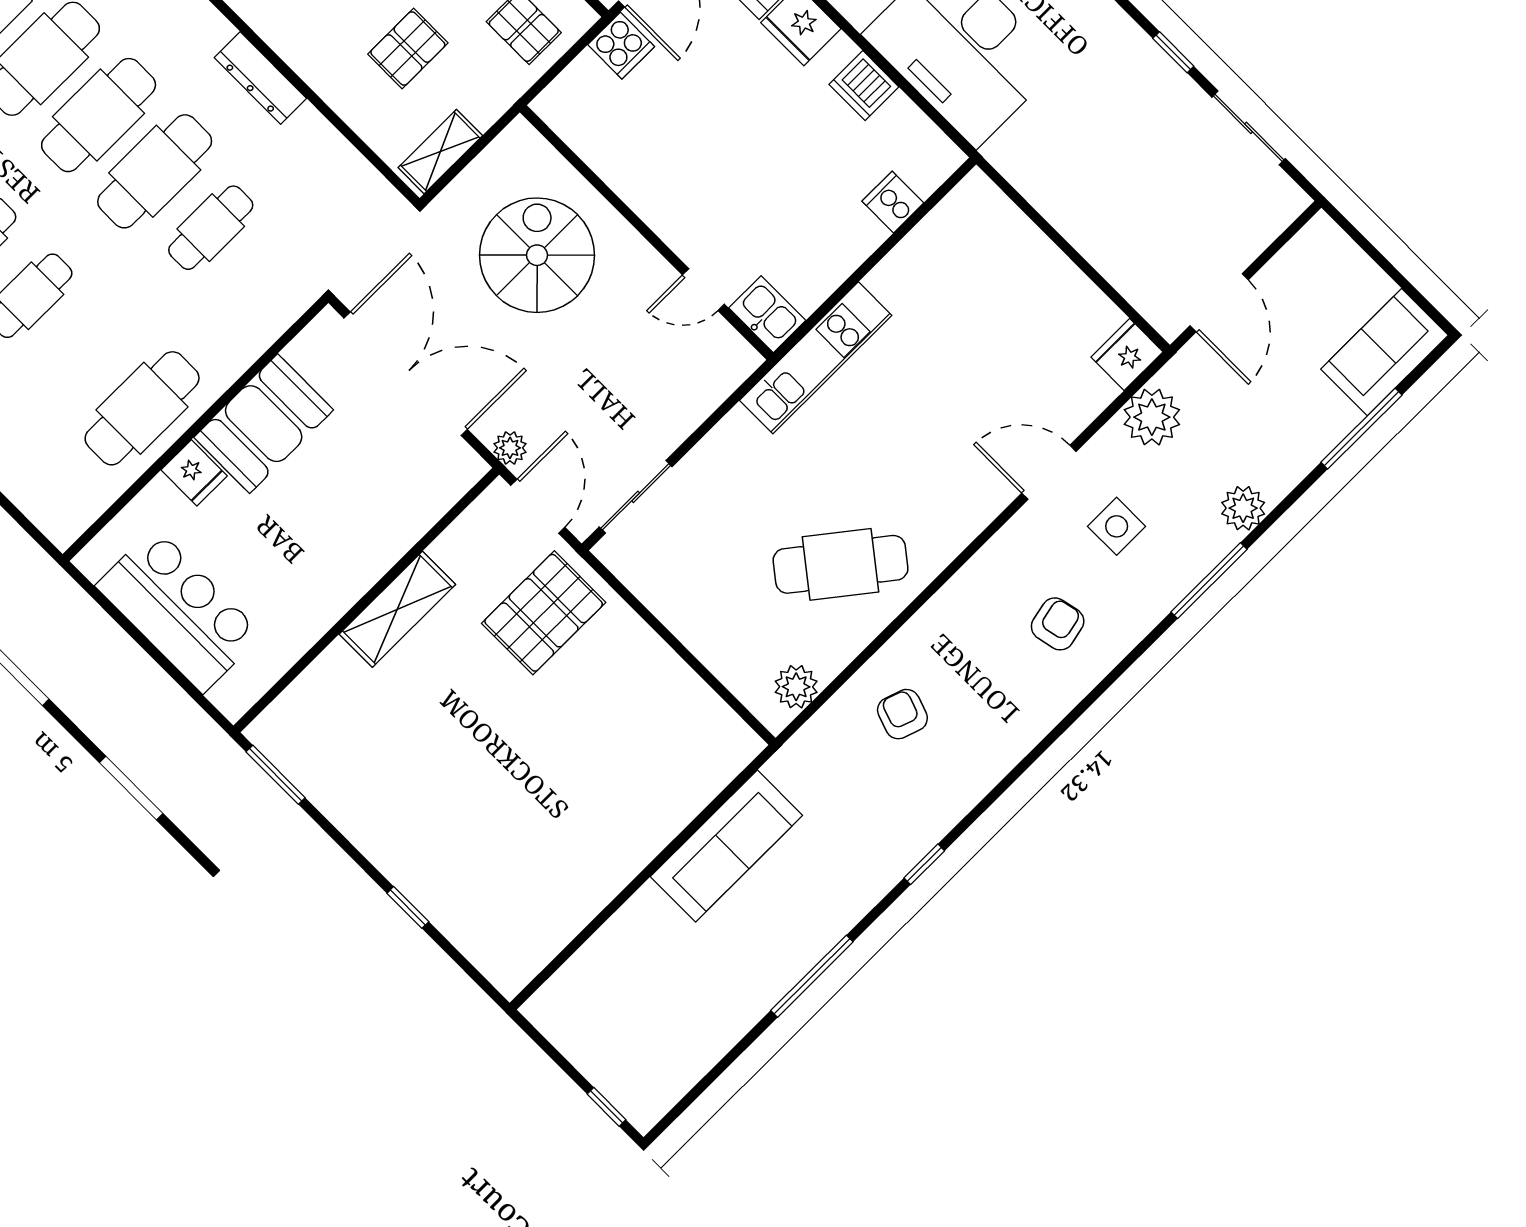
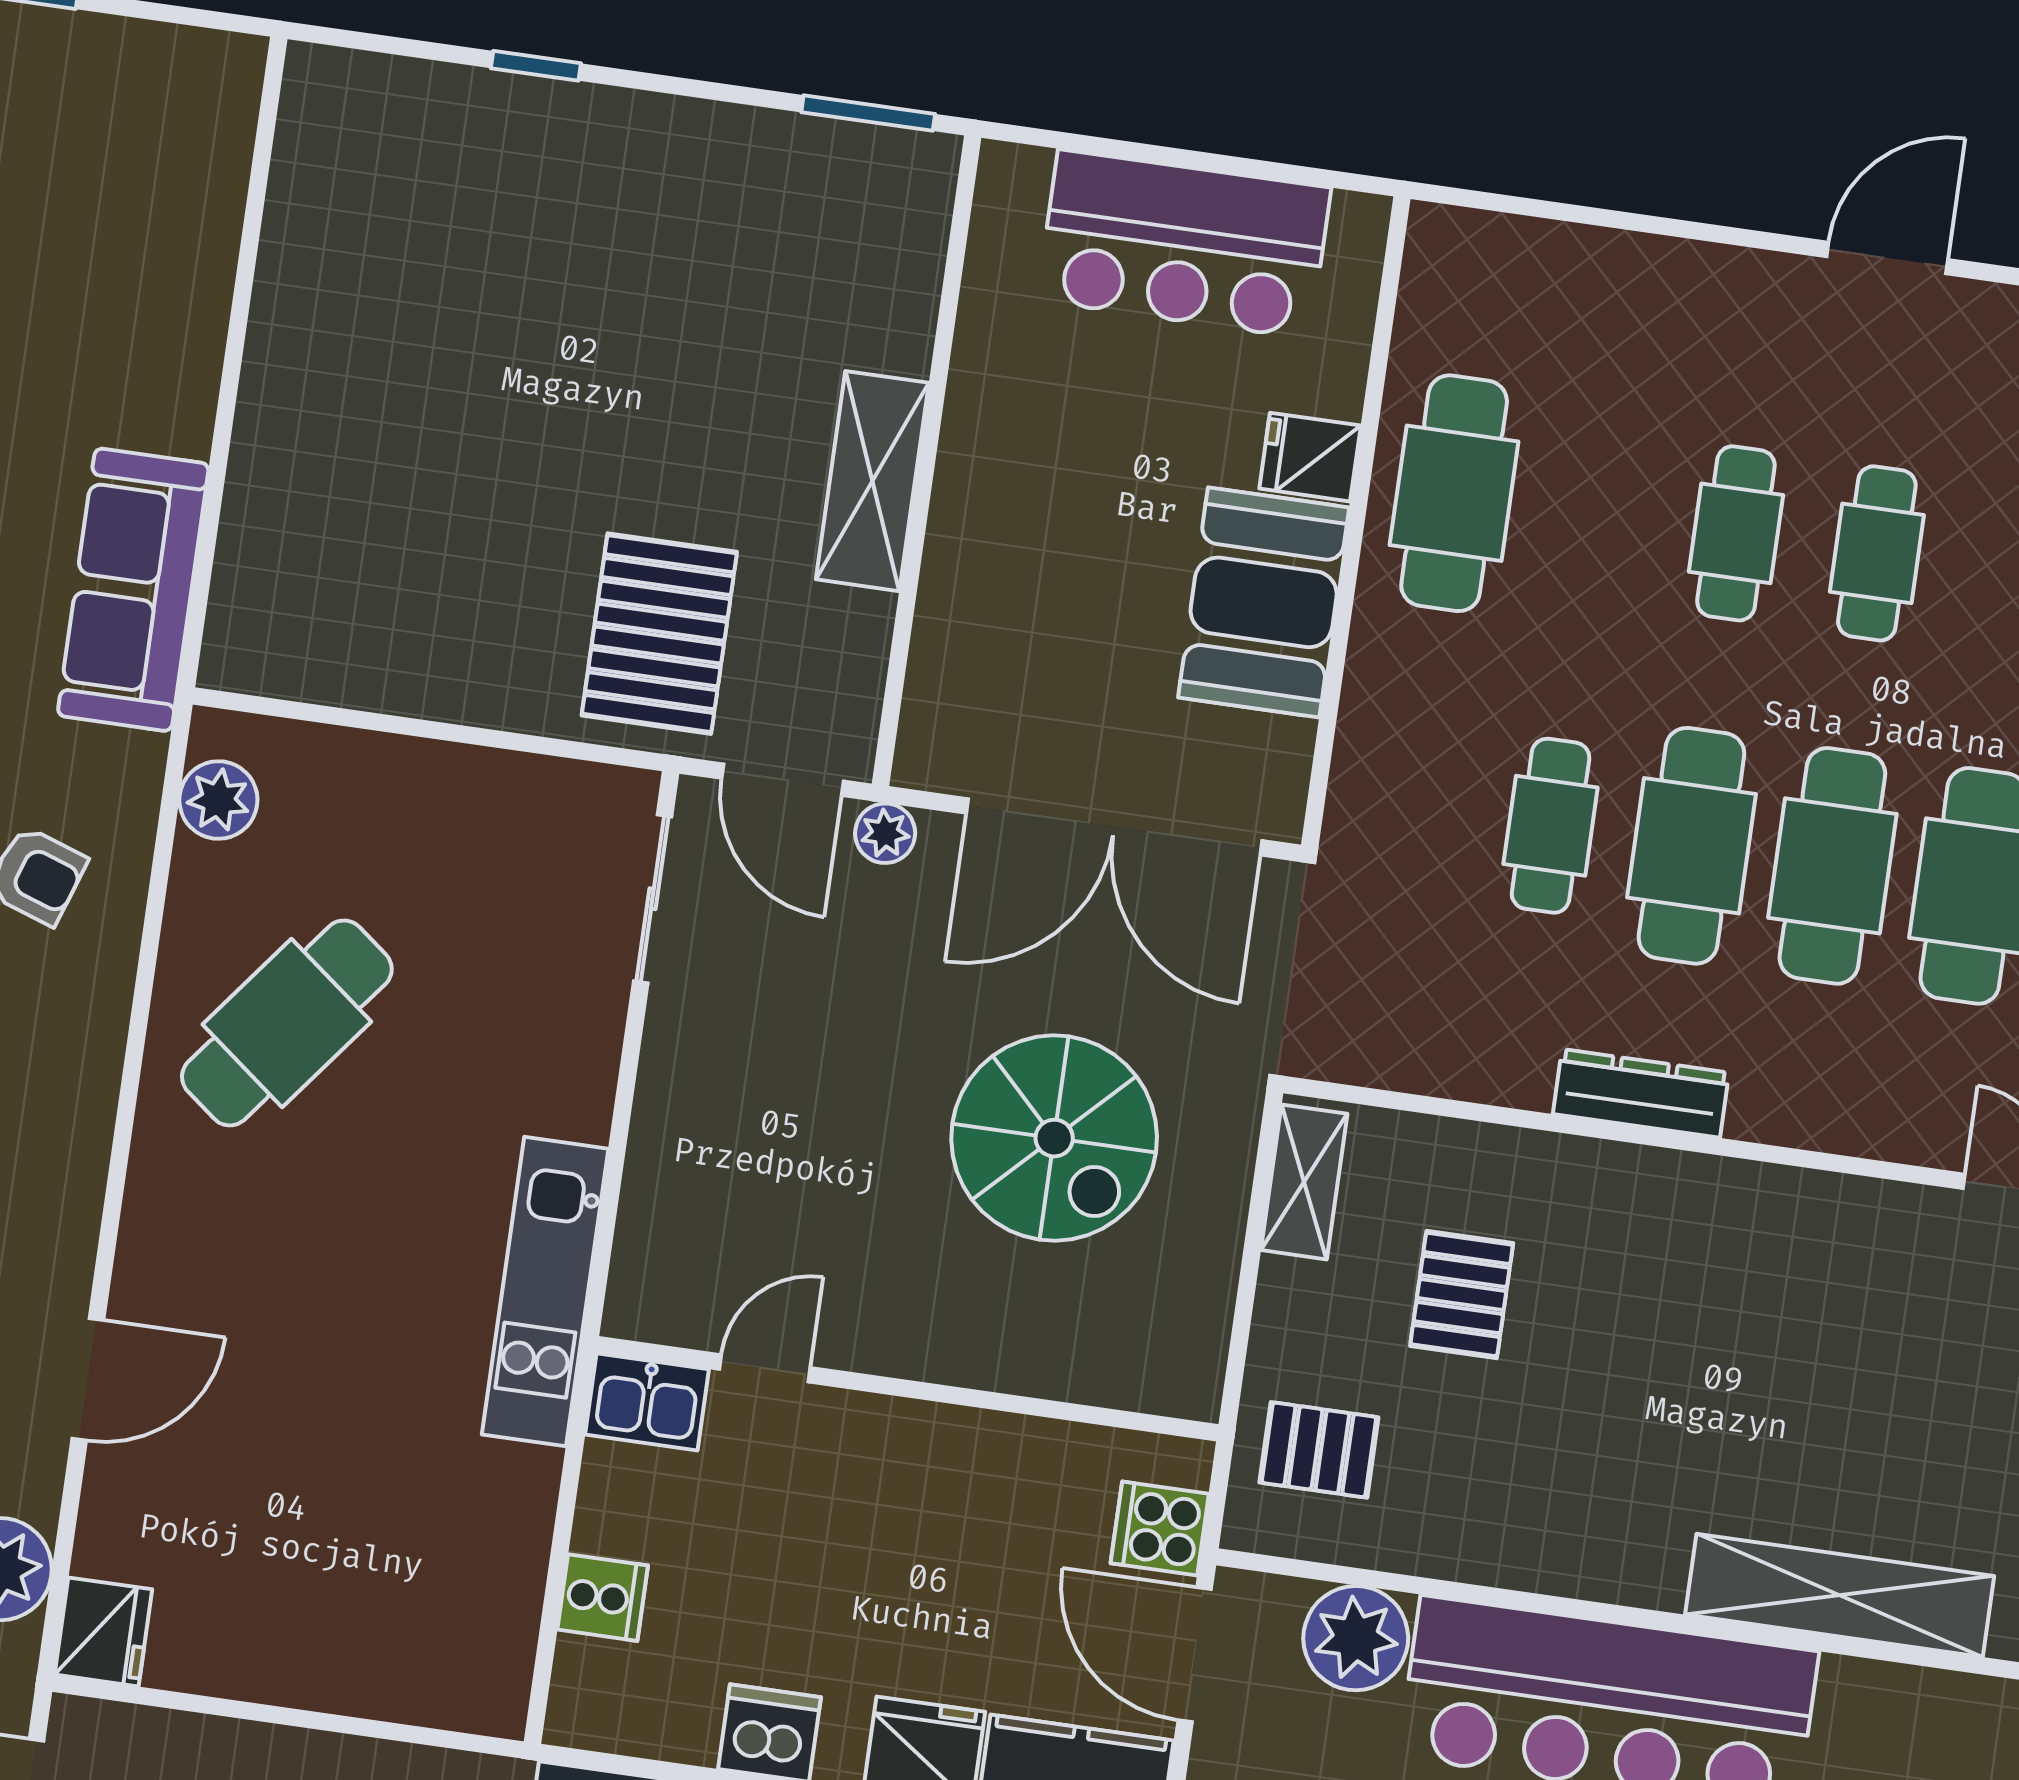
wall: (647, 233) -> (908, 1389), moved
door: (703, 290) -> (765, 1368), moved
kitchen sink: (767, 314) -> (647, 1402), moved
sofa: (726, 846) -> (133, 590), moved

